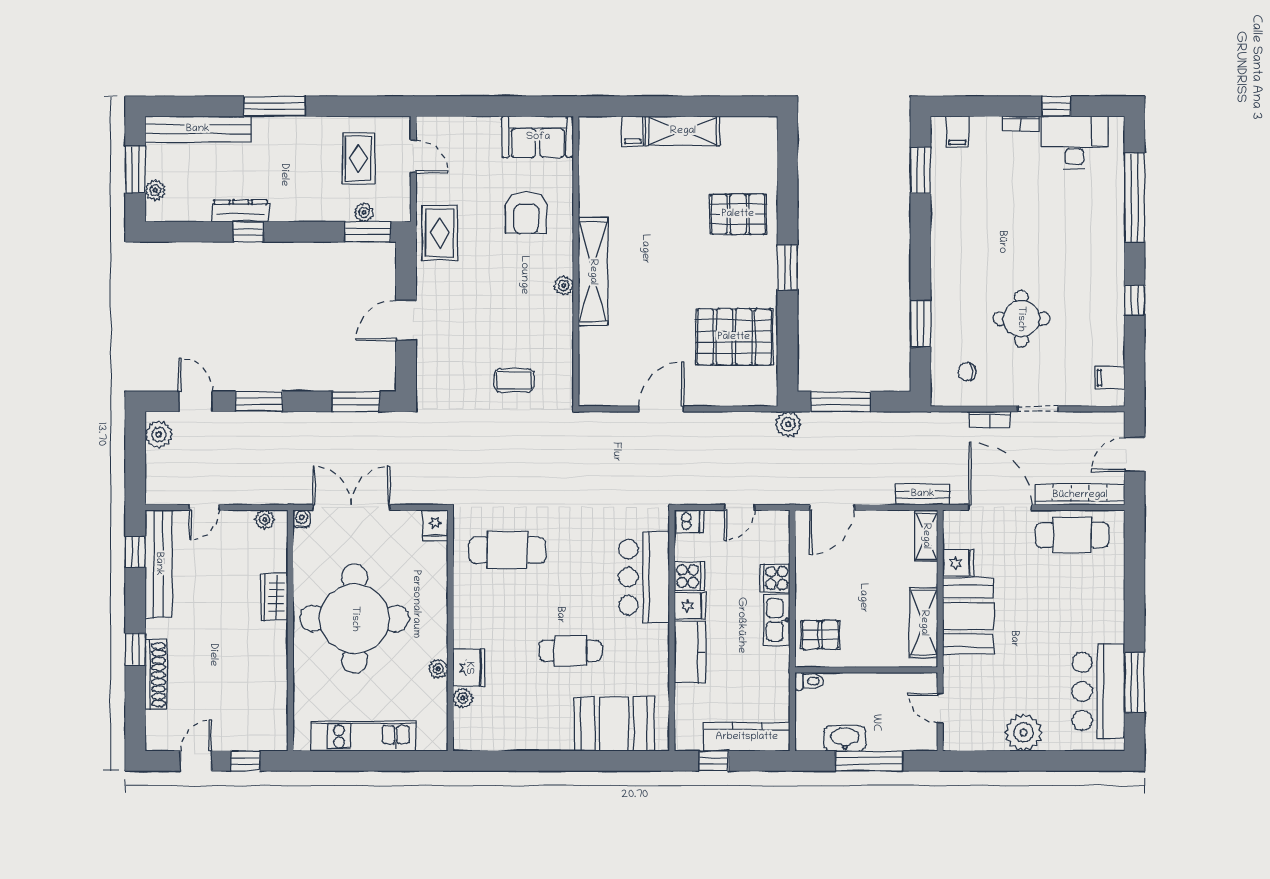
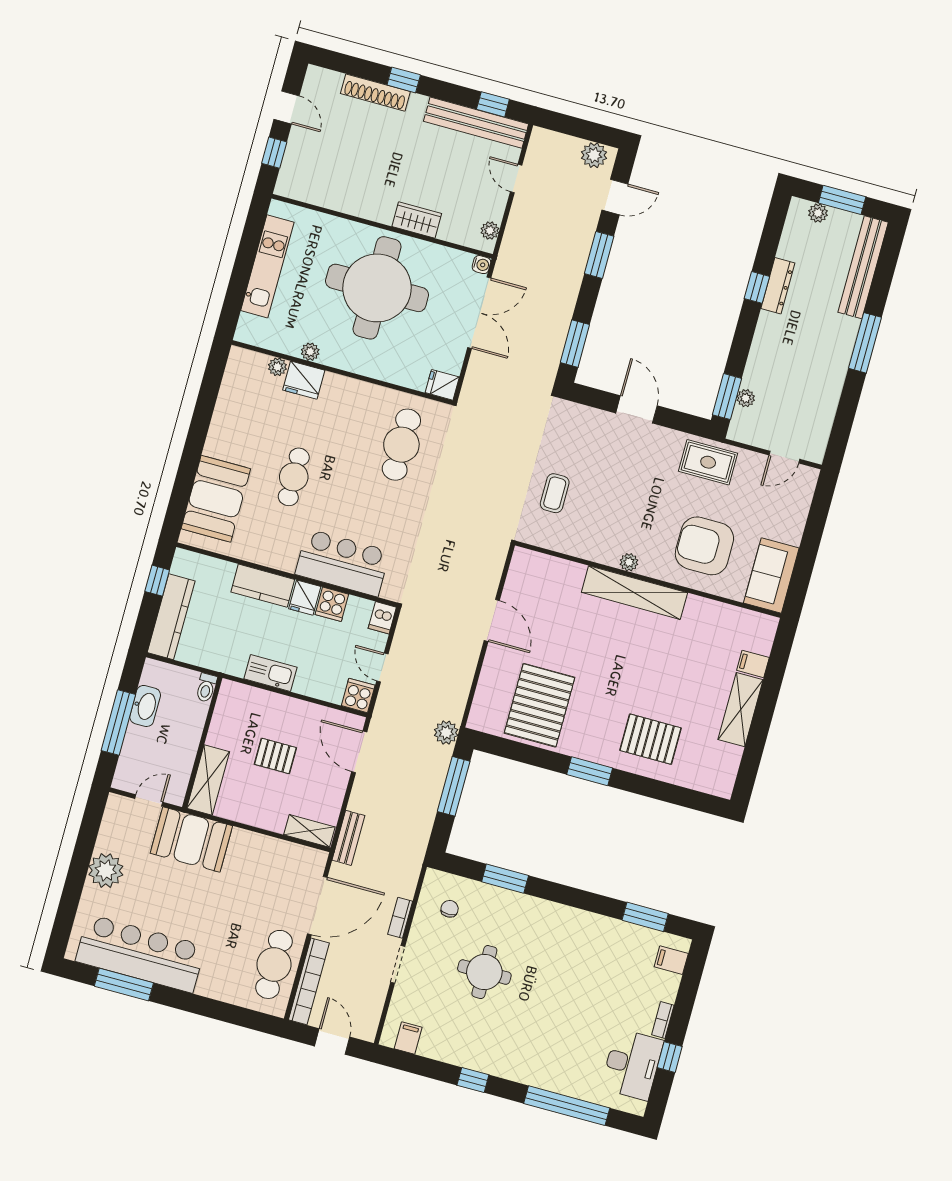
rug: (359, 158) -> (796, 407), removed
armchair: (526, 213) -> (704, 546), width x1.36, depth x1.36
pallet: (738, 214) -> (651, 739), turned 90
fridge: (958, 563) -> (277, 853), removed
cooker: (775, 578) -> (358, 695), moved
booth: (968, 616) -> (191, 840), moved
shelving: (924, 623) -> (208, 780), moved, turned 90
pallet: (820, 635) -> (275, 756), moved, turned 90
bar counter: (1098, 691) -> (140, 954), width x1.36

